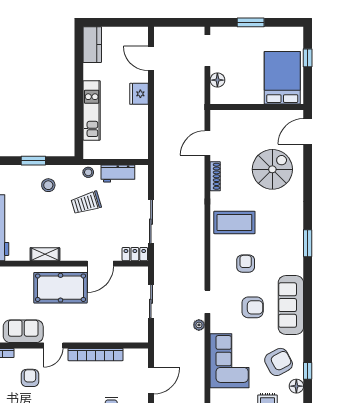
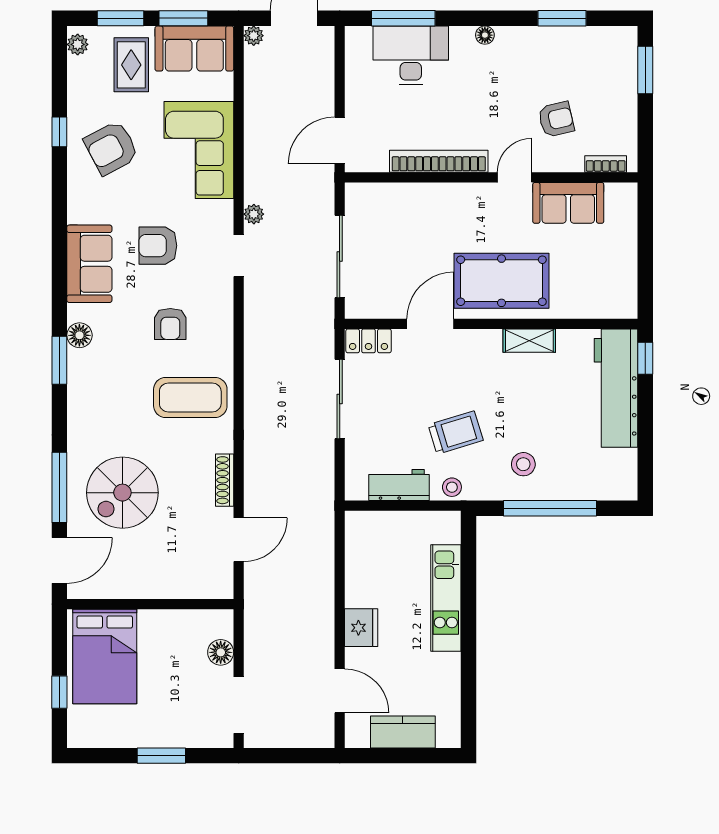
kitchen counter: (92, 45) -> (403, 732), moved, turned 90
window: (33, 161) -> (550, 508), width x2.11
window: (308, 172) -> (59, 487), added
sliding door: (151, 301) -> (340, 257), width x1.37
sofa: (291, 305) -> (89, 264), width x0.73
armchair: (30, 378) -> (556, 119), turned -103
door: (151, 381) -> (340, 140), moved
floor lamp: (296, 386) -> (79, 335), moved

